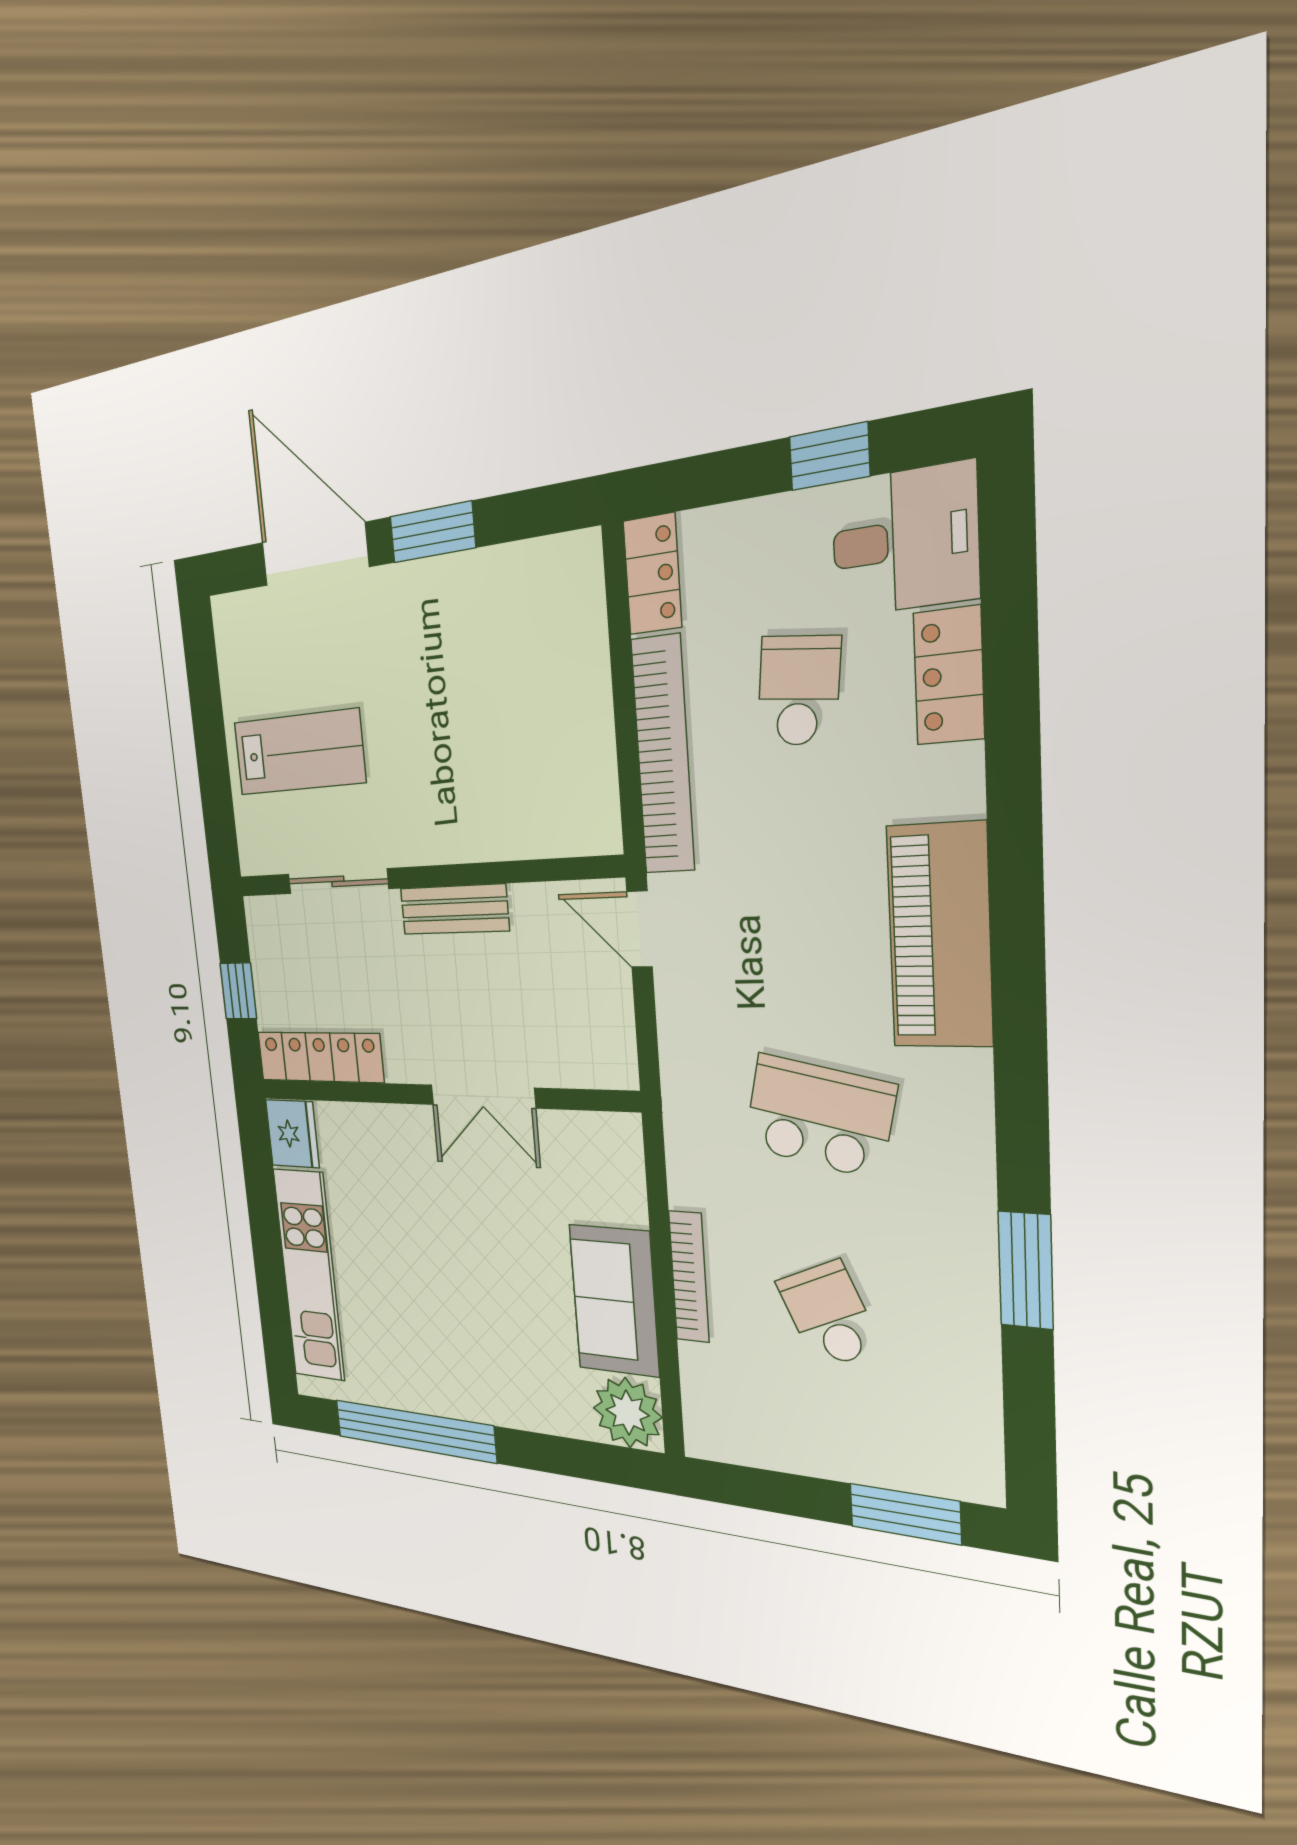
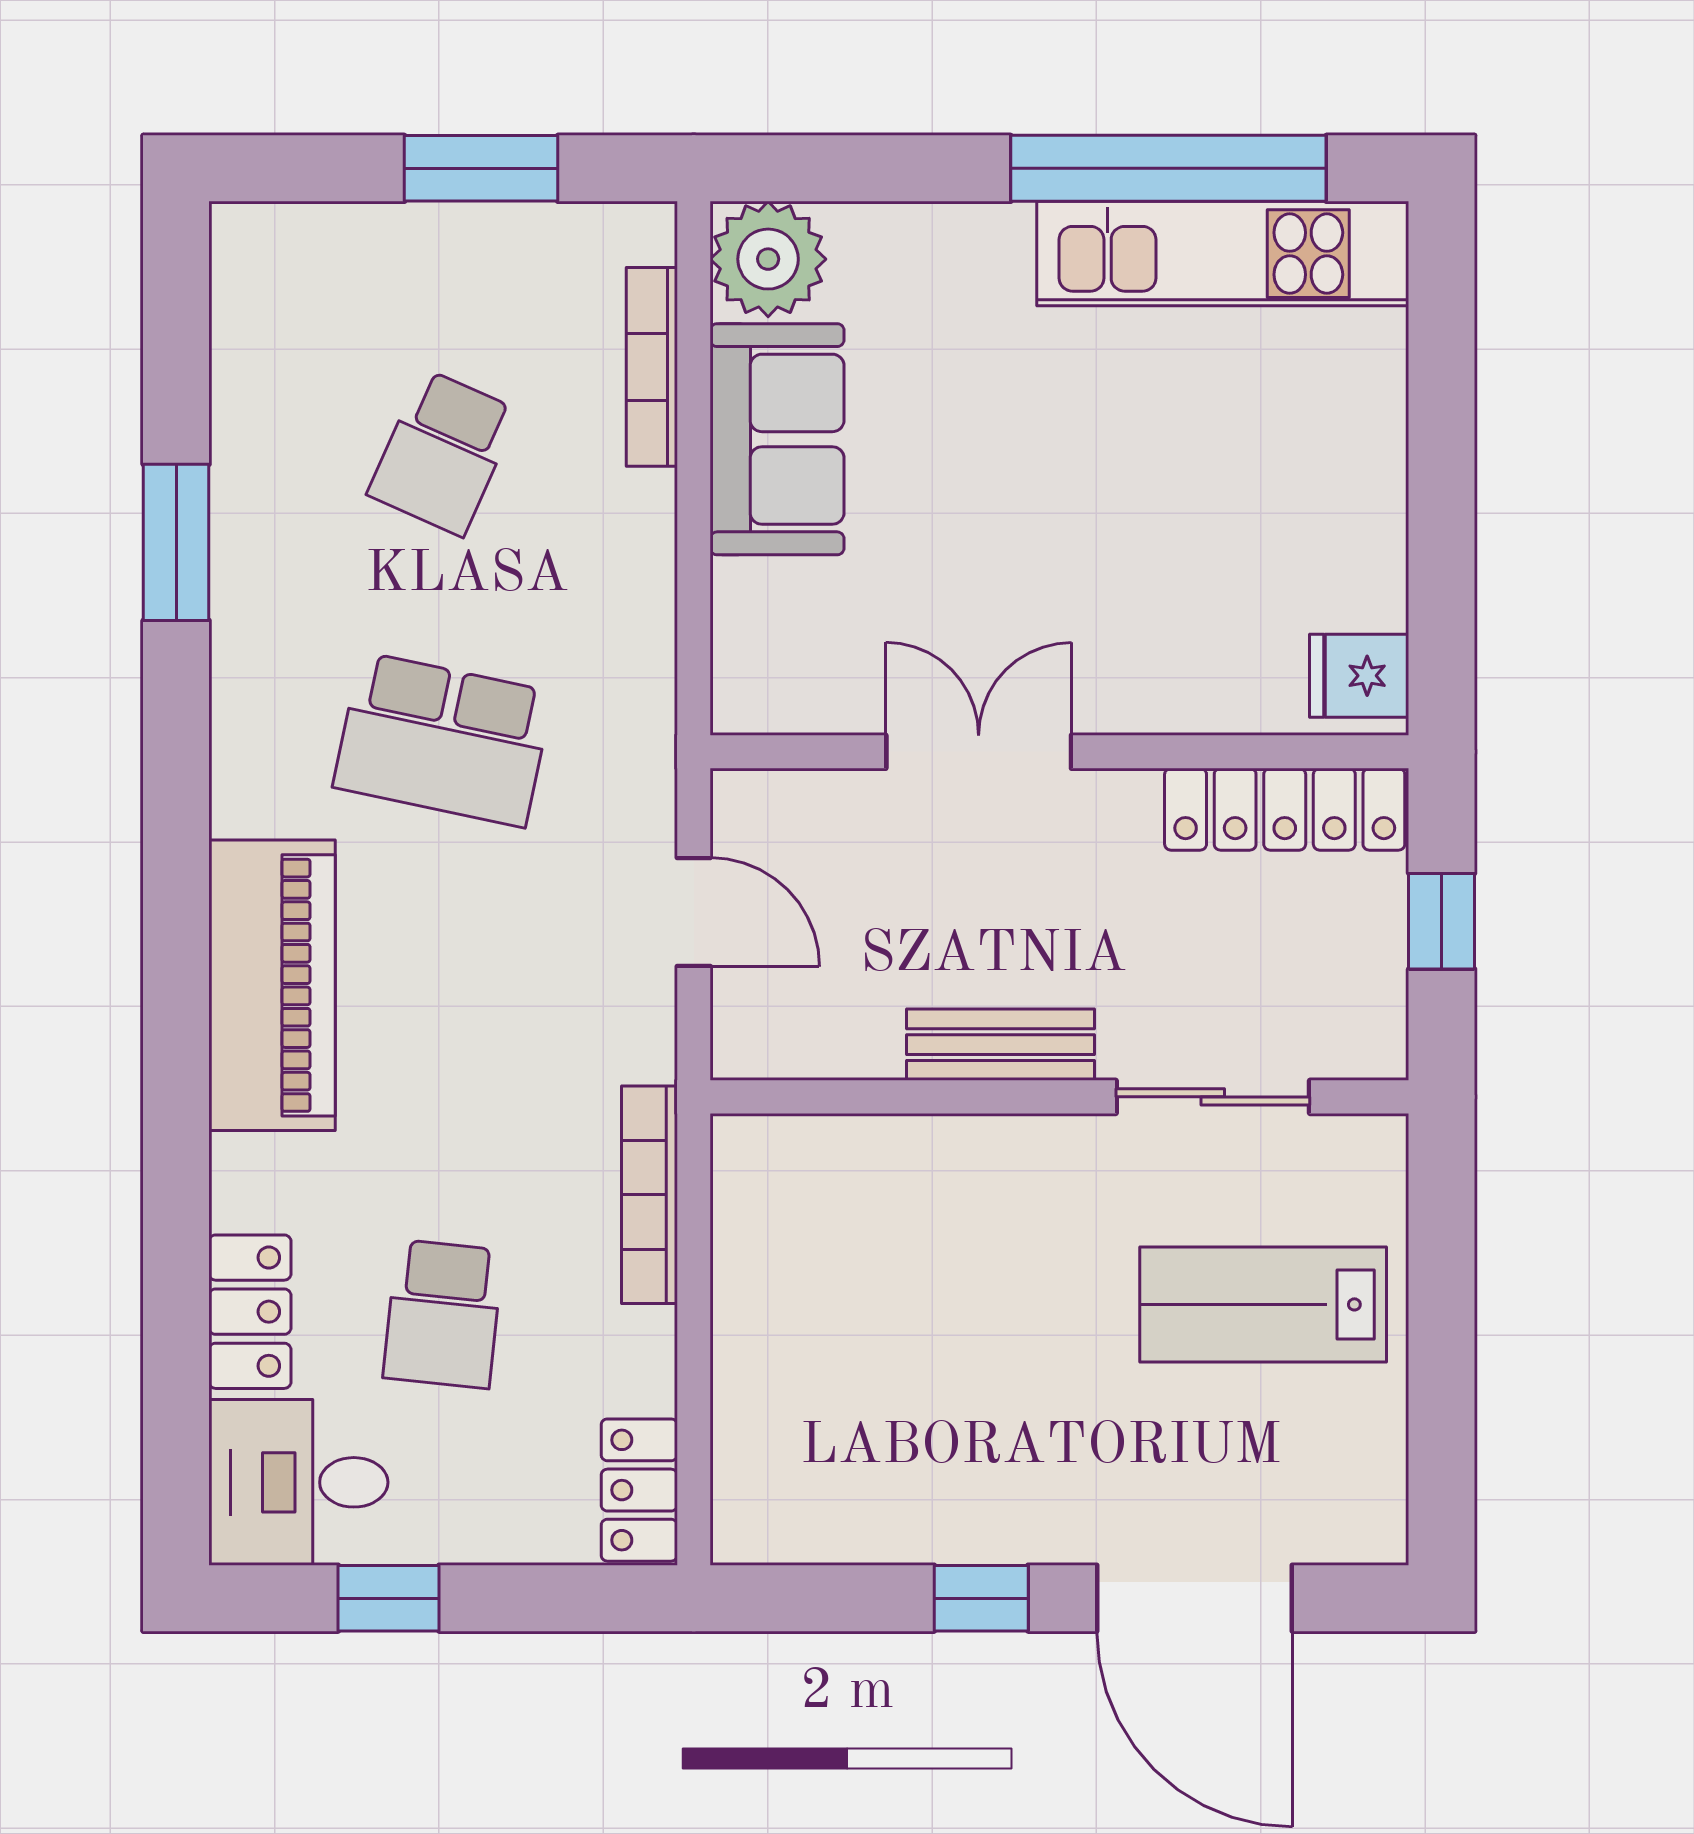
window: (433, 532) -> (981, 1598), width x0.67
bookcase: (663, 755) -> (649, 1195), width x0.68, depth x0.76
door: (639, 929) -> (694, 912), moved
fridge: (292, 1134) -> (1359, 676), width x0.72
kitchen unit: (309, 1275) -> (1223, 254), moved, turned -90
bookcase: (689, 1277) -> (652, 367), moved
school desk: (829, 1315) -> (443, 452), turned 48
window: (905, 1514) -> (481, 168), moved

